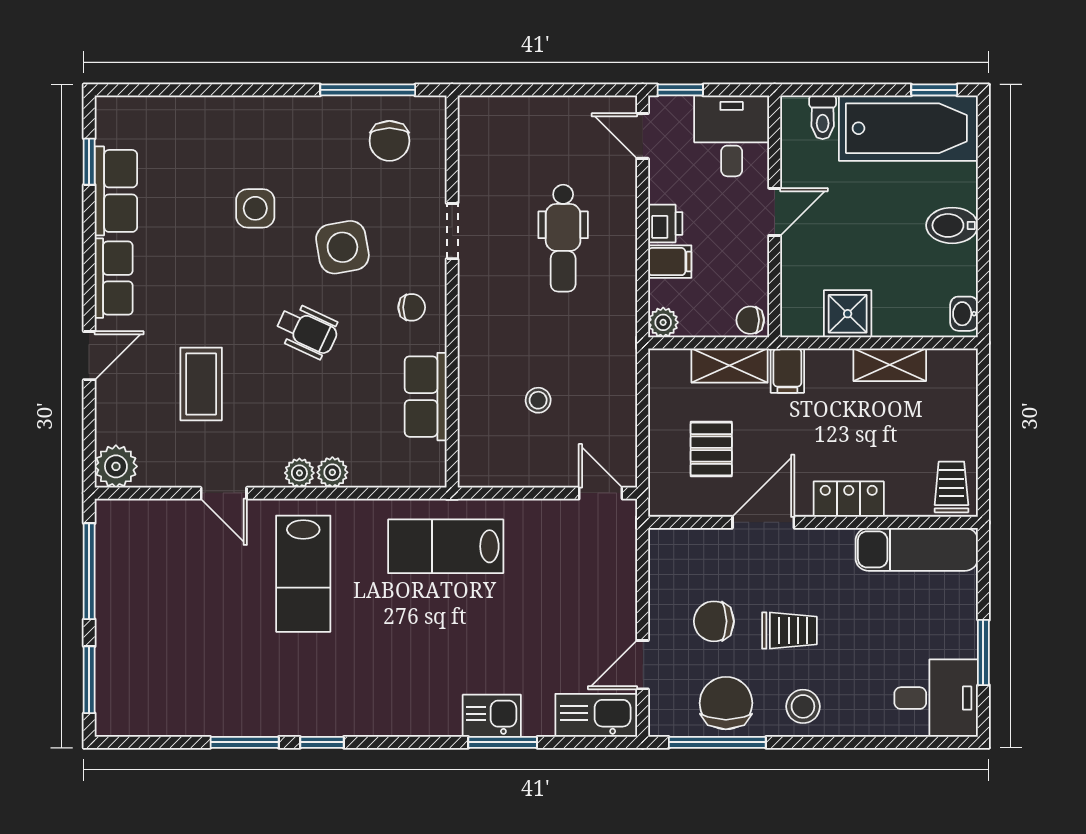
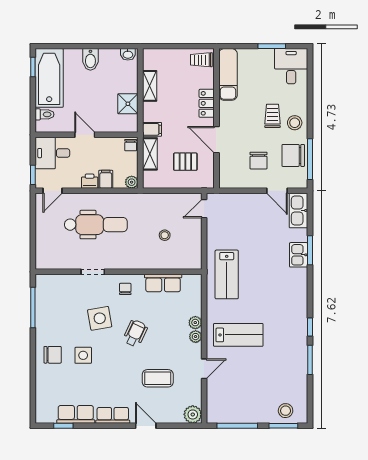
chair: (389, 141) -> (53, 355), moved
dental chair: (563, 238) -> (96, 225), width x1.36, depth x1.38
trolley: (789, 630) -> (272, 116), moved
stool: (125, 685) -> (286, 411), added

